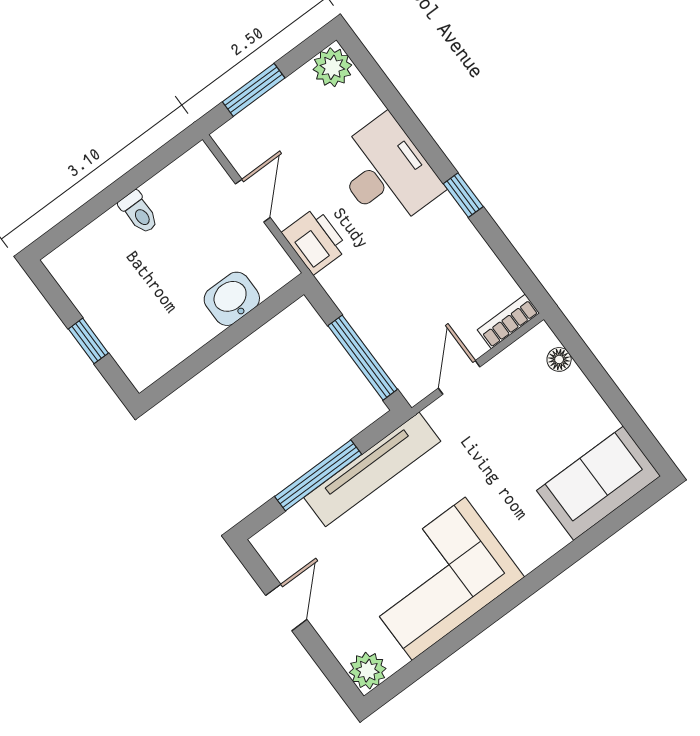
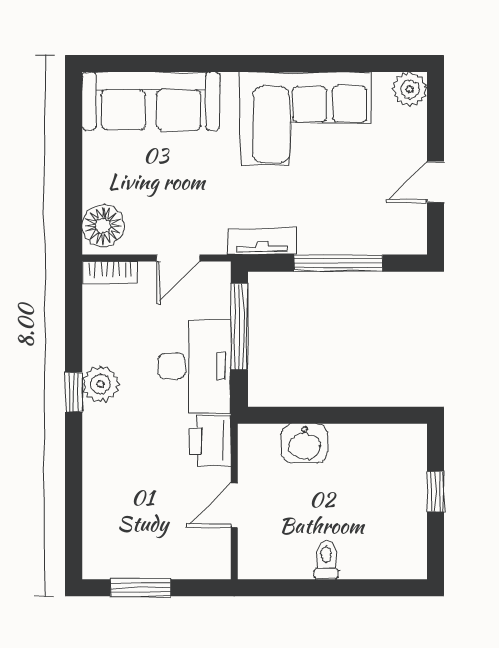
plant: (332, 67) -> (100, 384), moved
window: (254, 90) -> (141, 588), moved
desk: (386, 173) -> (194, 366), moved, turned 180
floor lamp: (559, 359) -> (103, 226), width x1.89, depth x1.89
tv unit: (372, 469) -> (262, 241), width x0.52, depth x0.78
sofa: (599, 483) -> (151, 101), width x1.36

